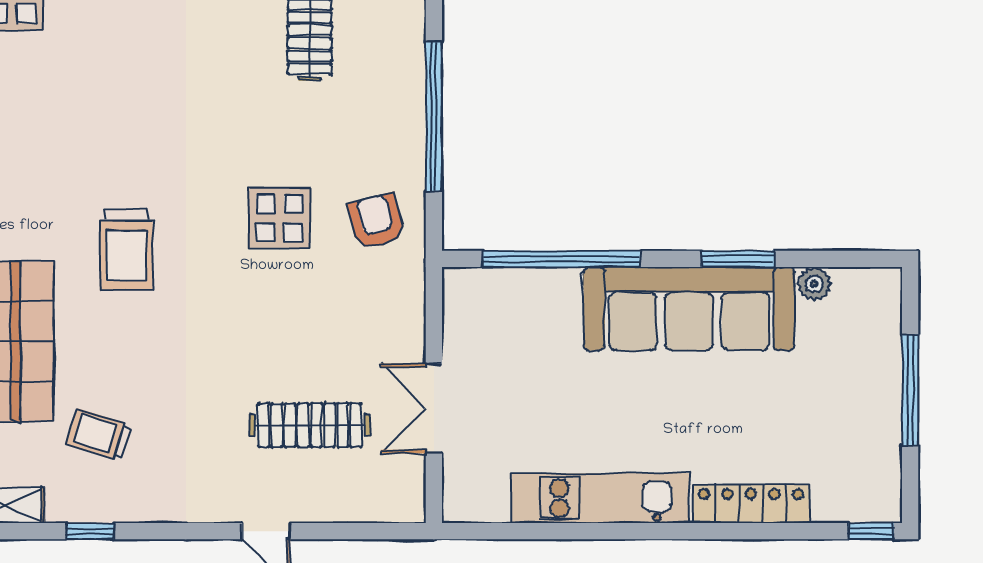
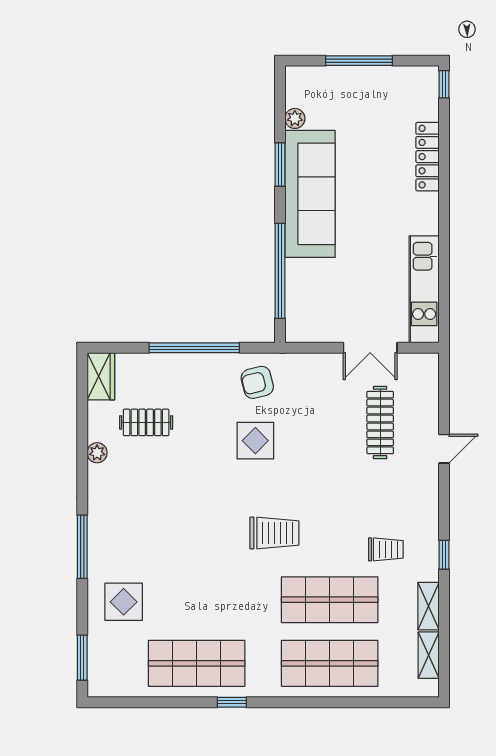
trolley: (99, 435) -> (386, 549), turned -107
kitchen unit: (600, 498) -> (424, 289), moved

